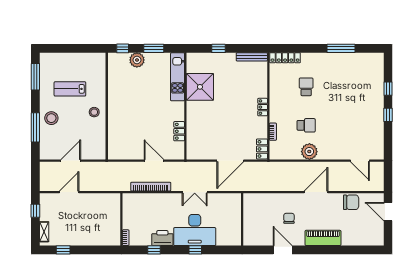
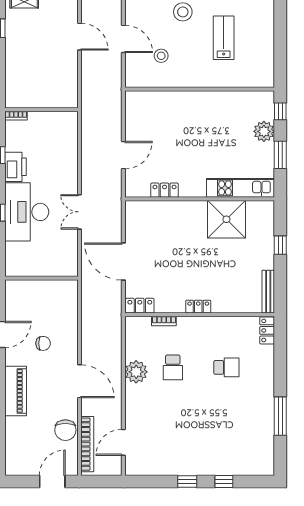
locker: (285, 58) -> (267, 330), width x0.66
stool: (94, 112) -> (161, 56), moved
bookcase: (151, 187) -> (87, 444), moved

